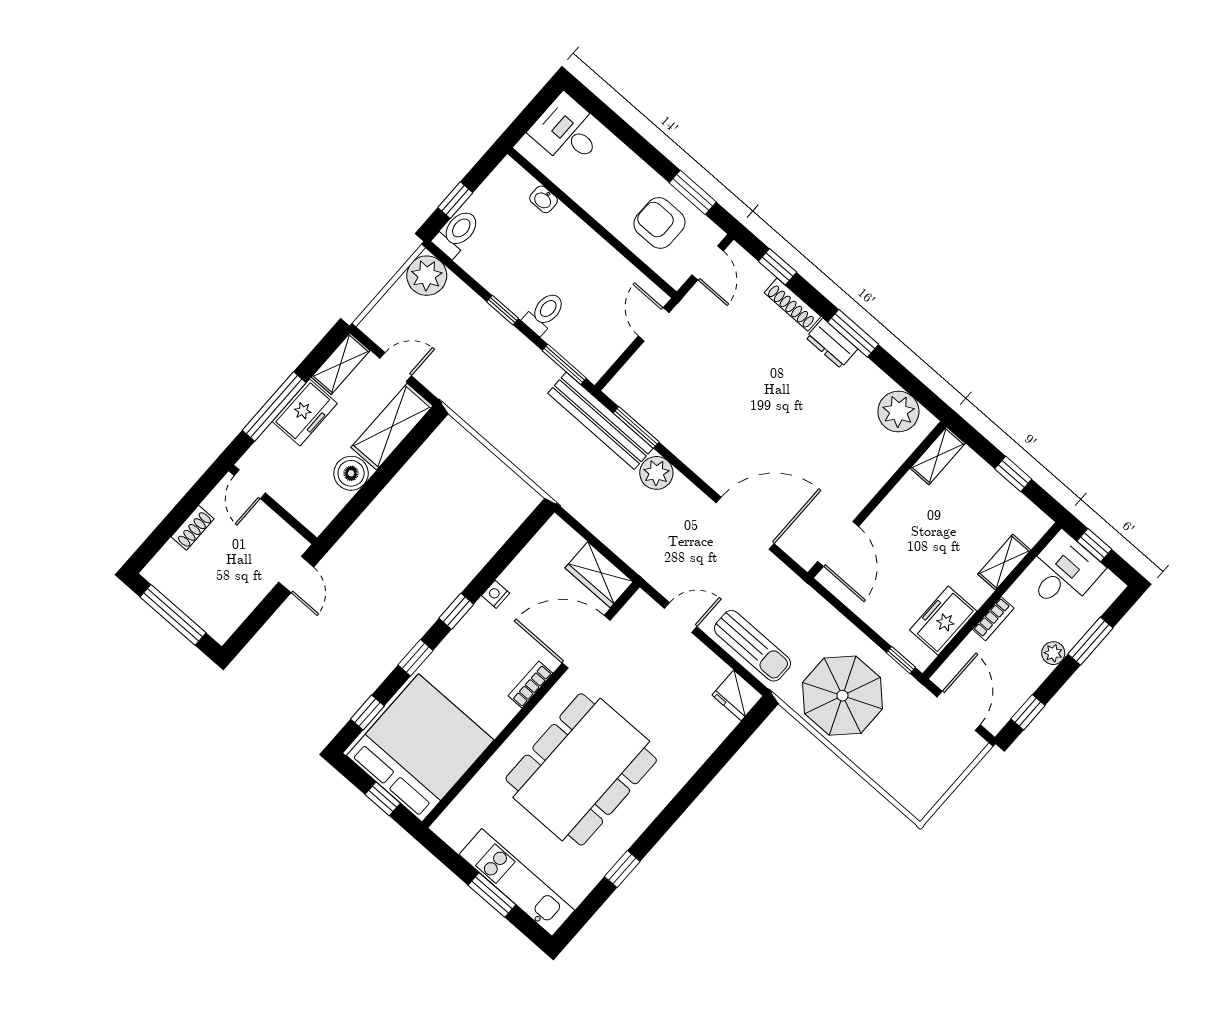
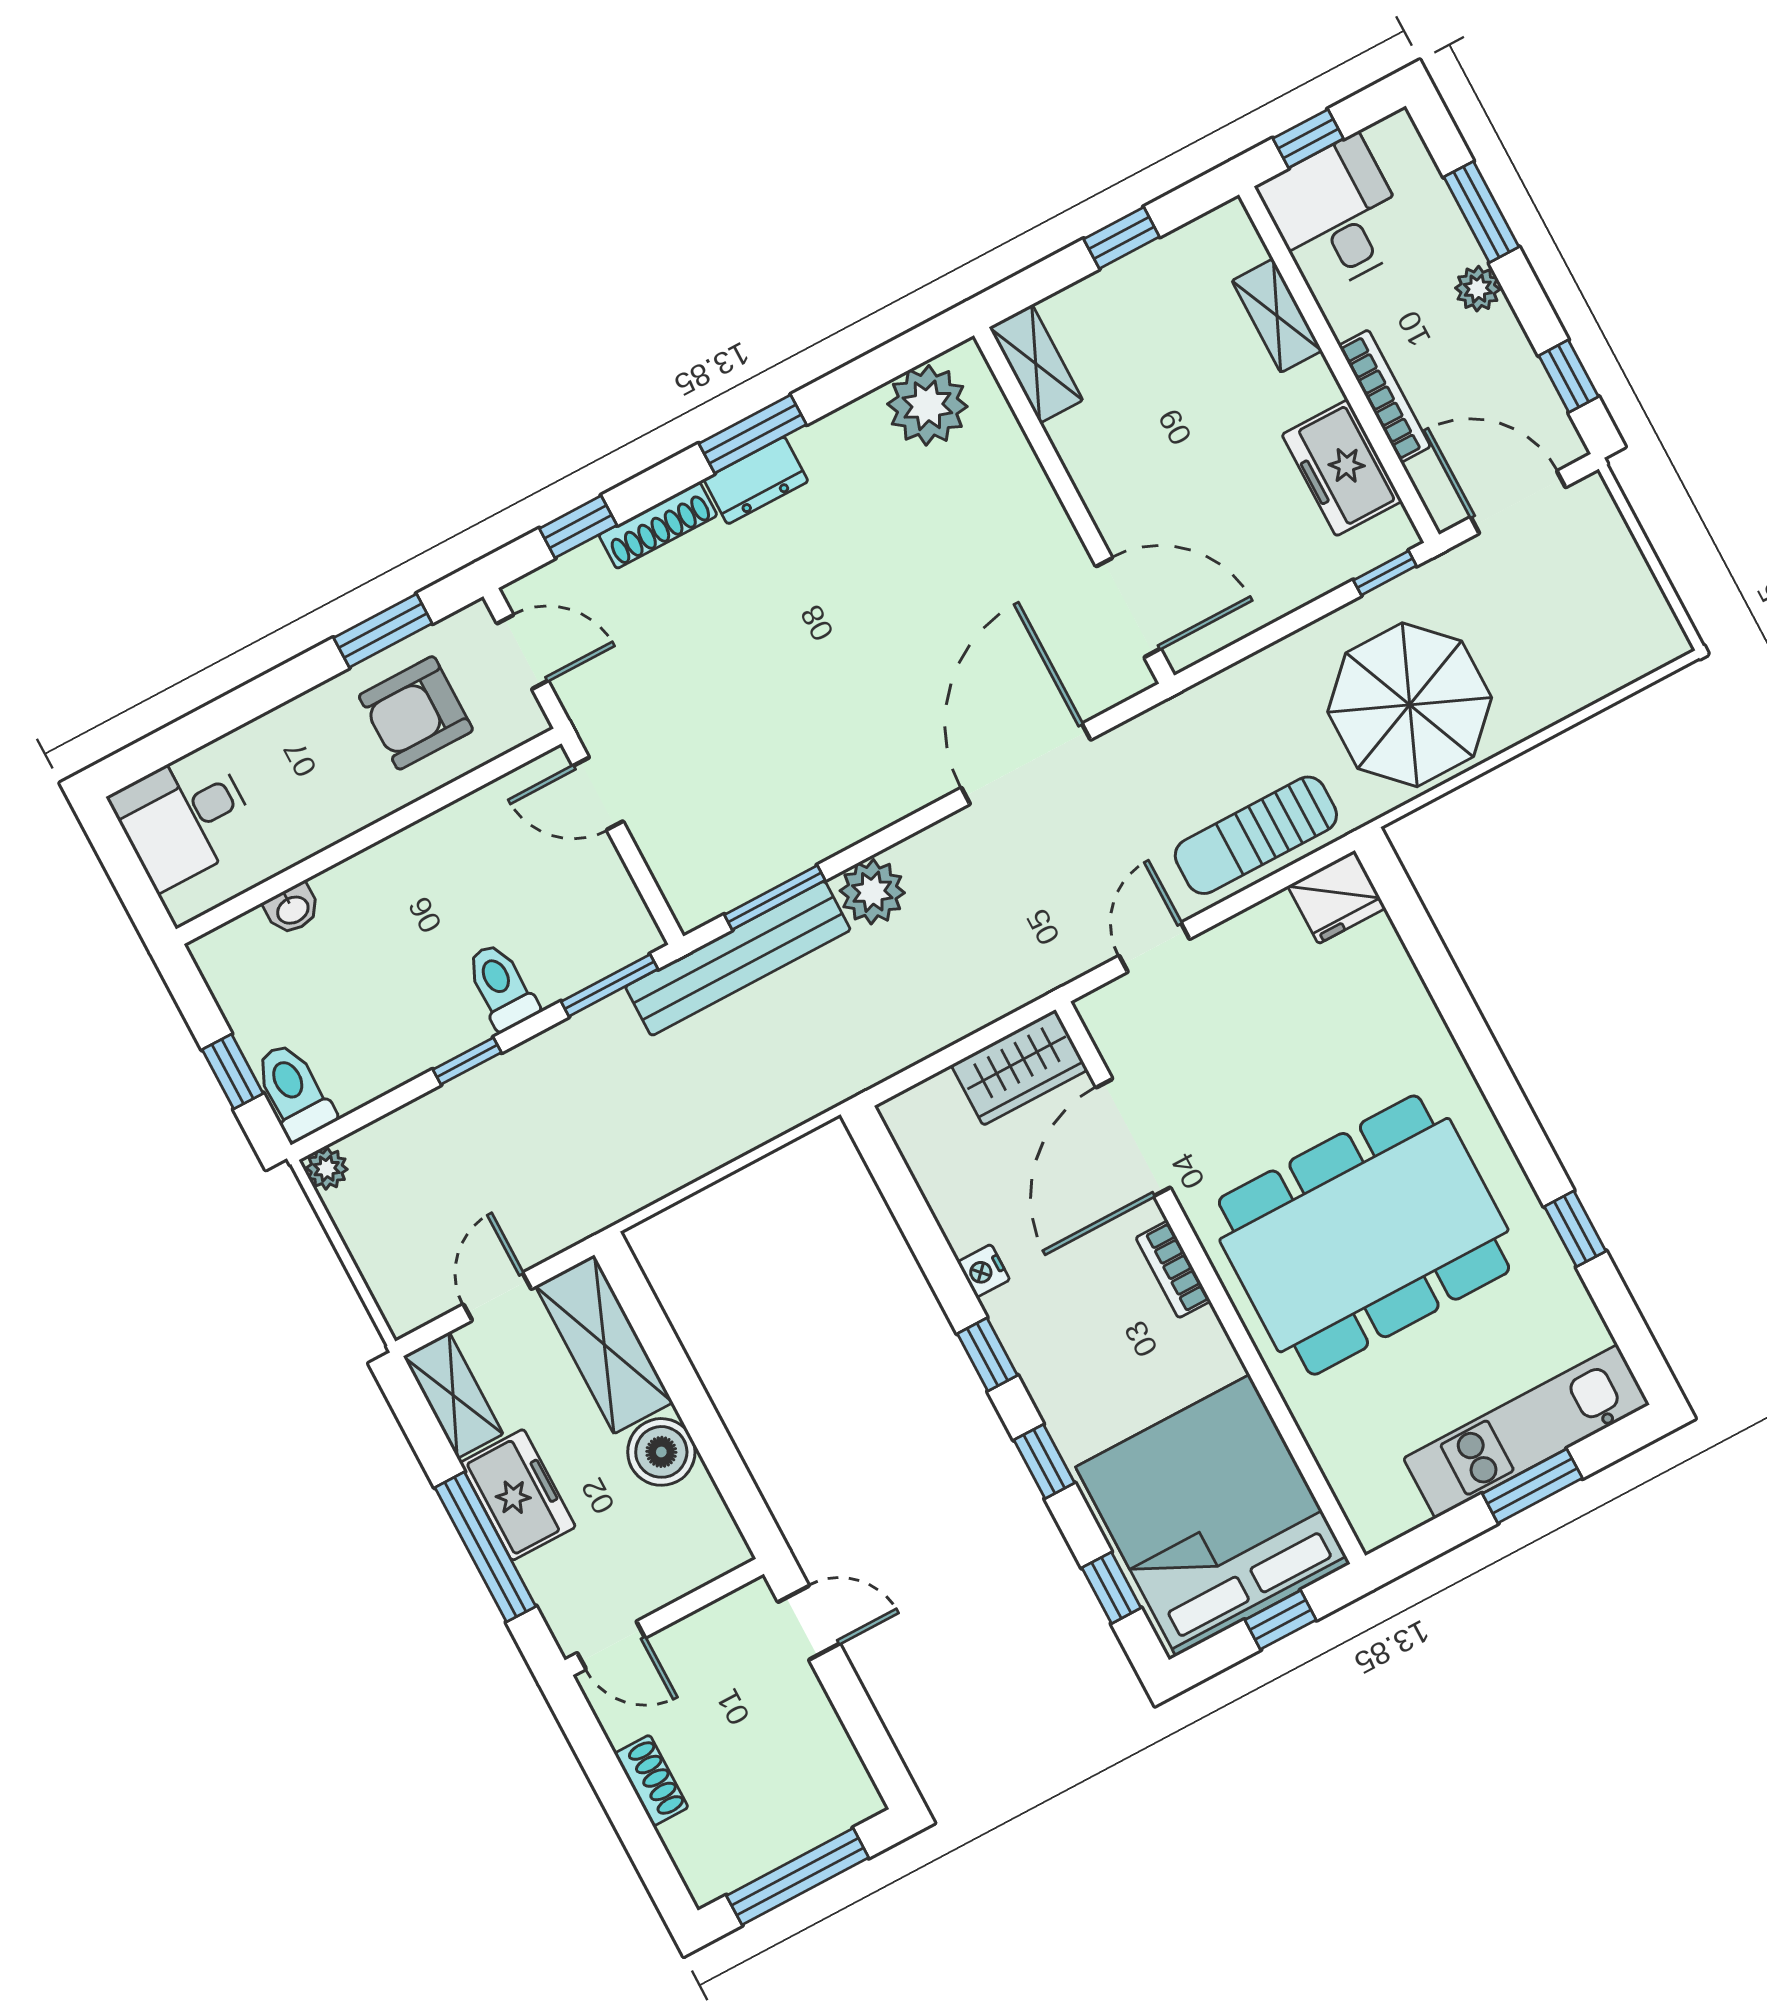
plant: (427, 276) -> (327, 1169), width x0.53, depth x0.53
bookcase: (993, 619) -> (1385, 396), width x1.56
sun lounger: (752, 646) -> (1256, 835), turned 180
dining table: (581, 769) -> (1364, 1235), turned 90

